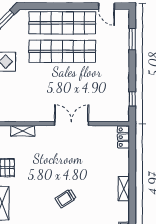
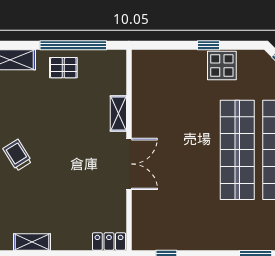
shelving: (23, 131) -> (118, 113), moved

